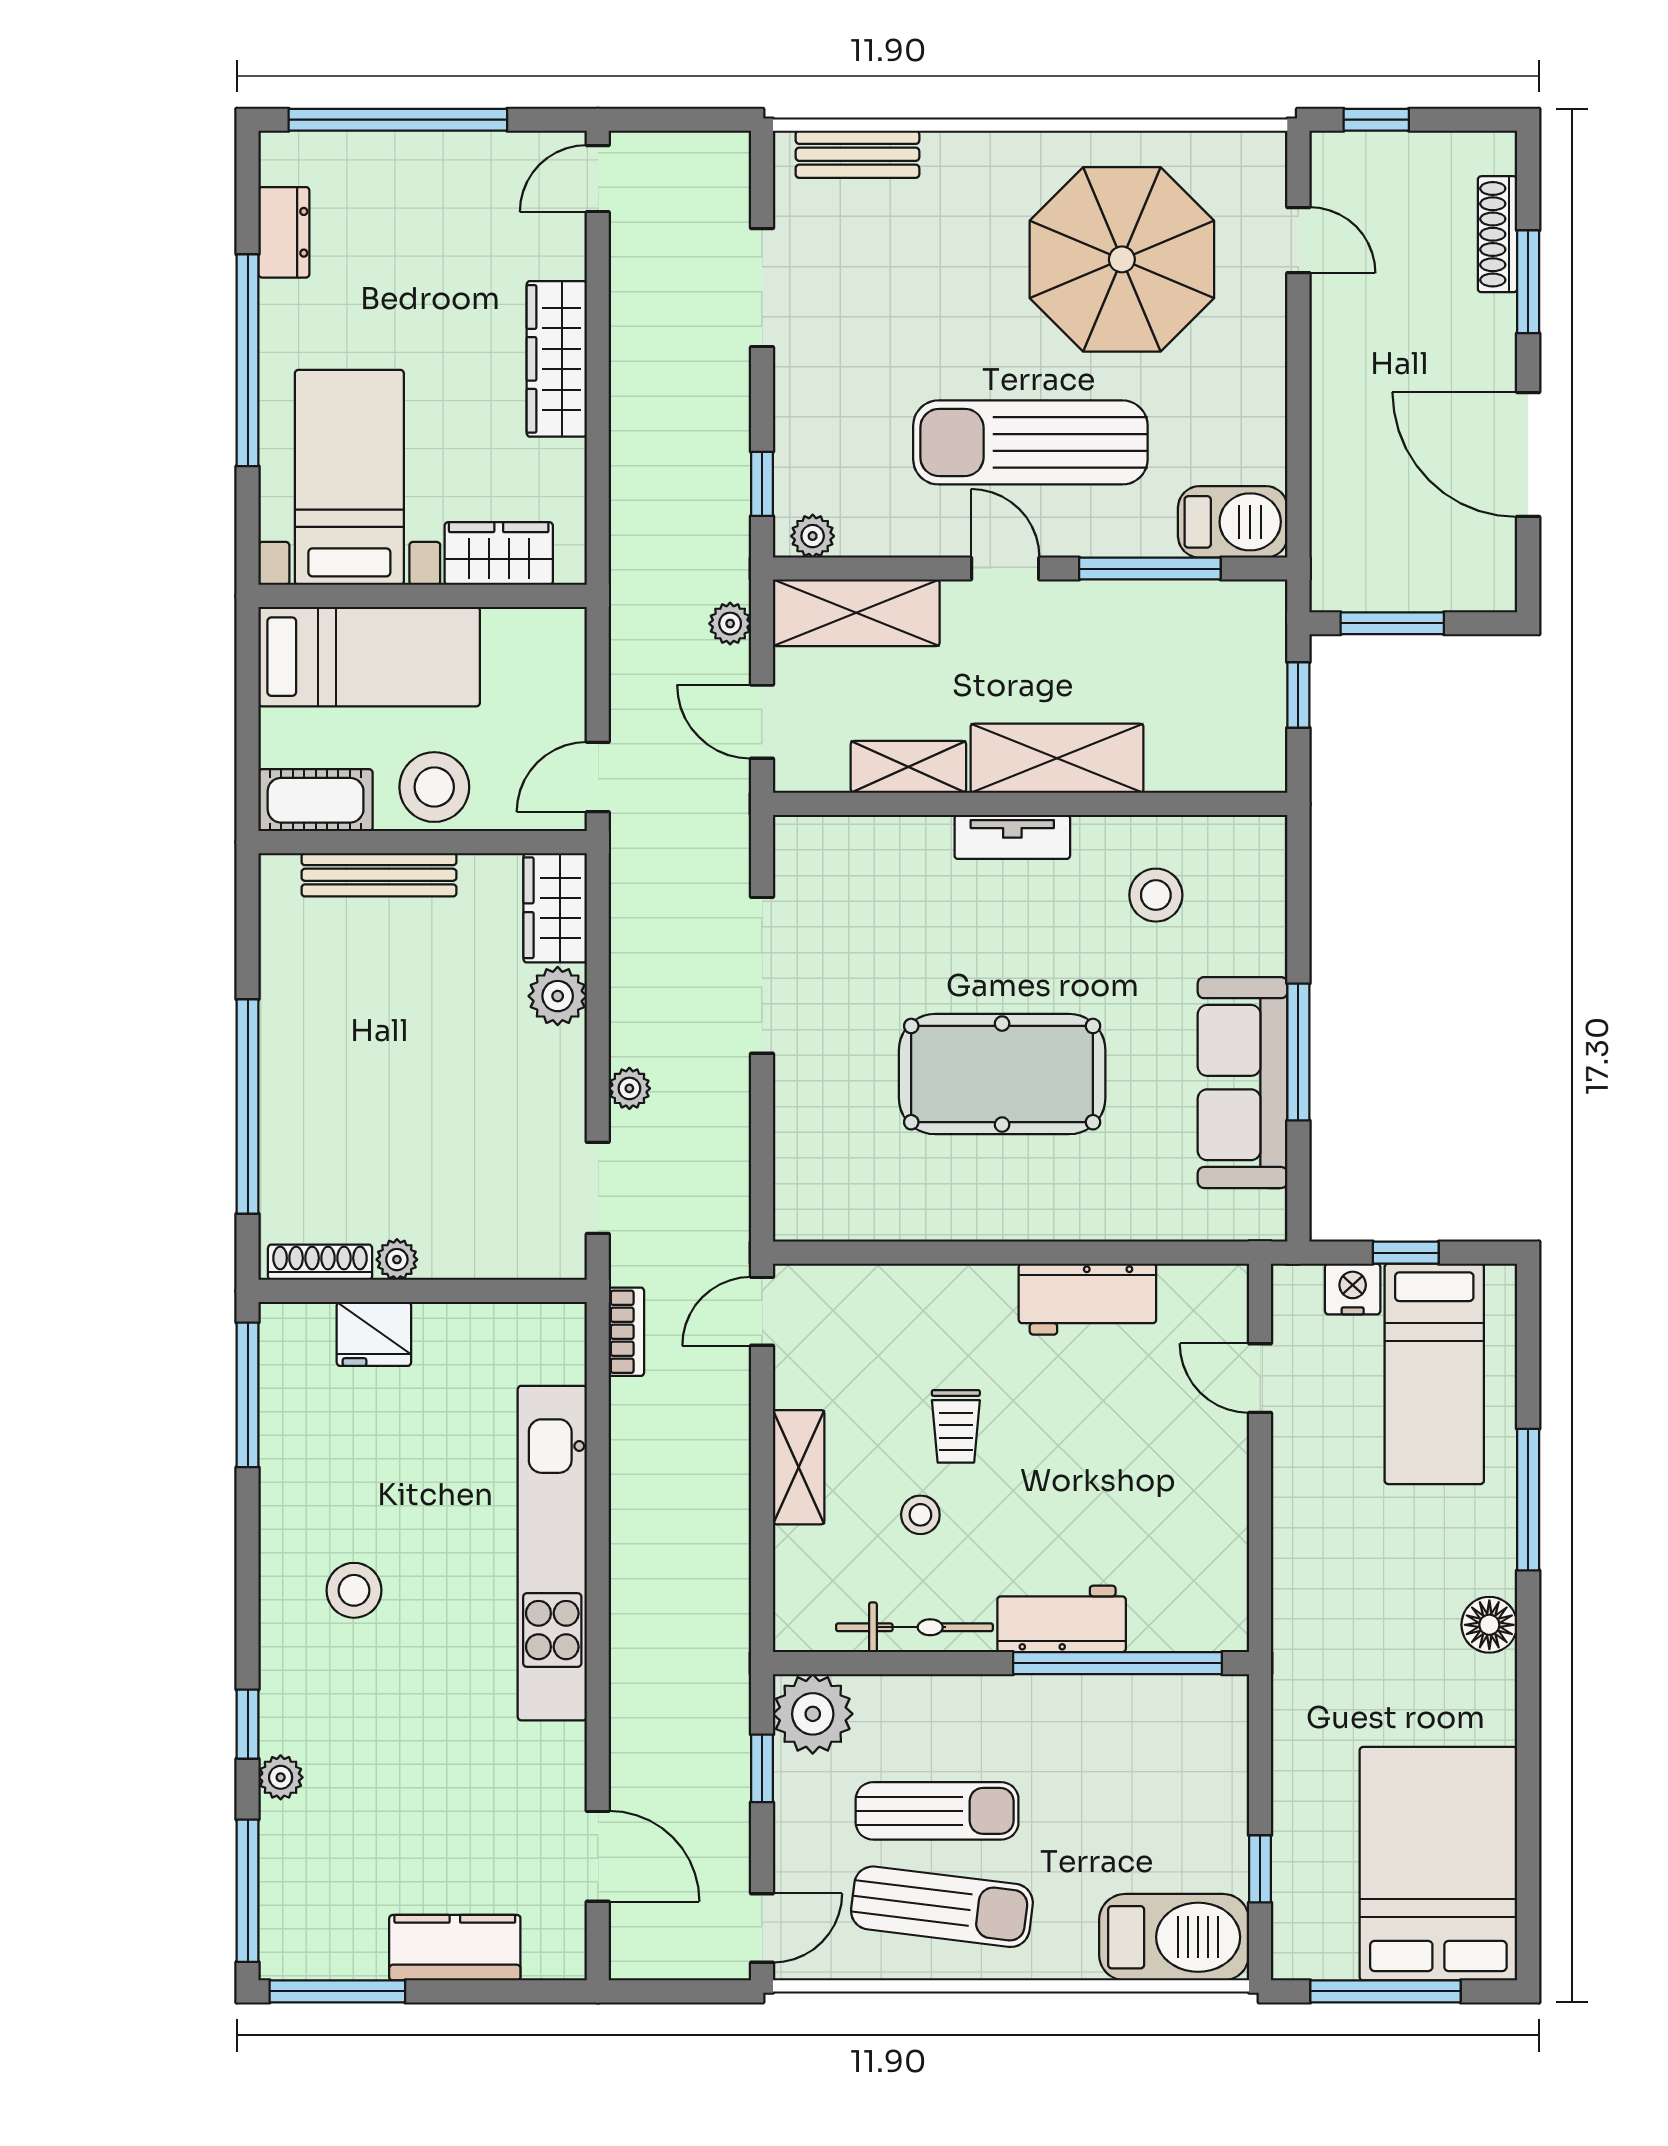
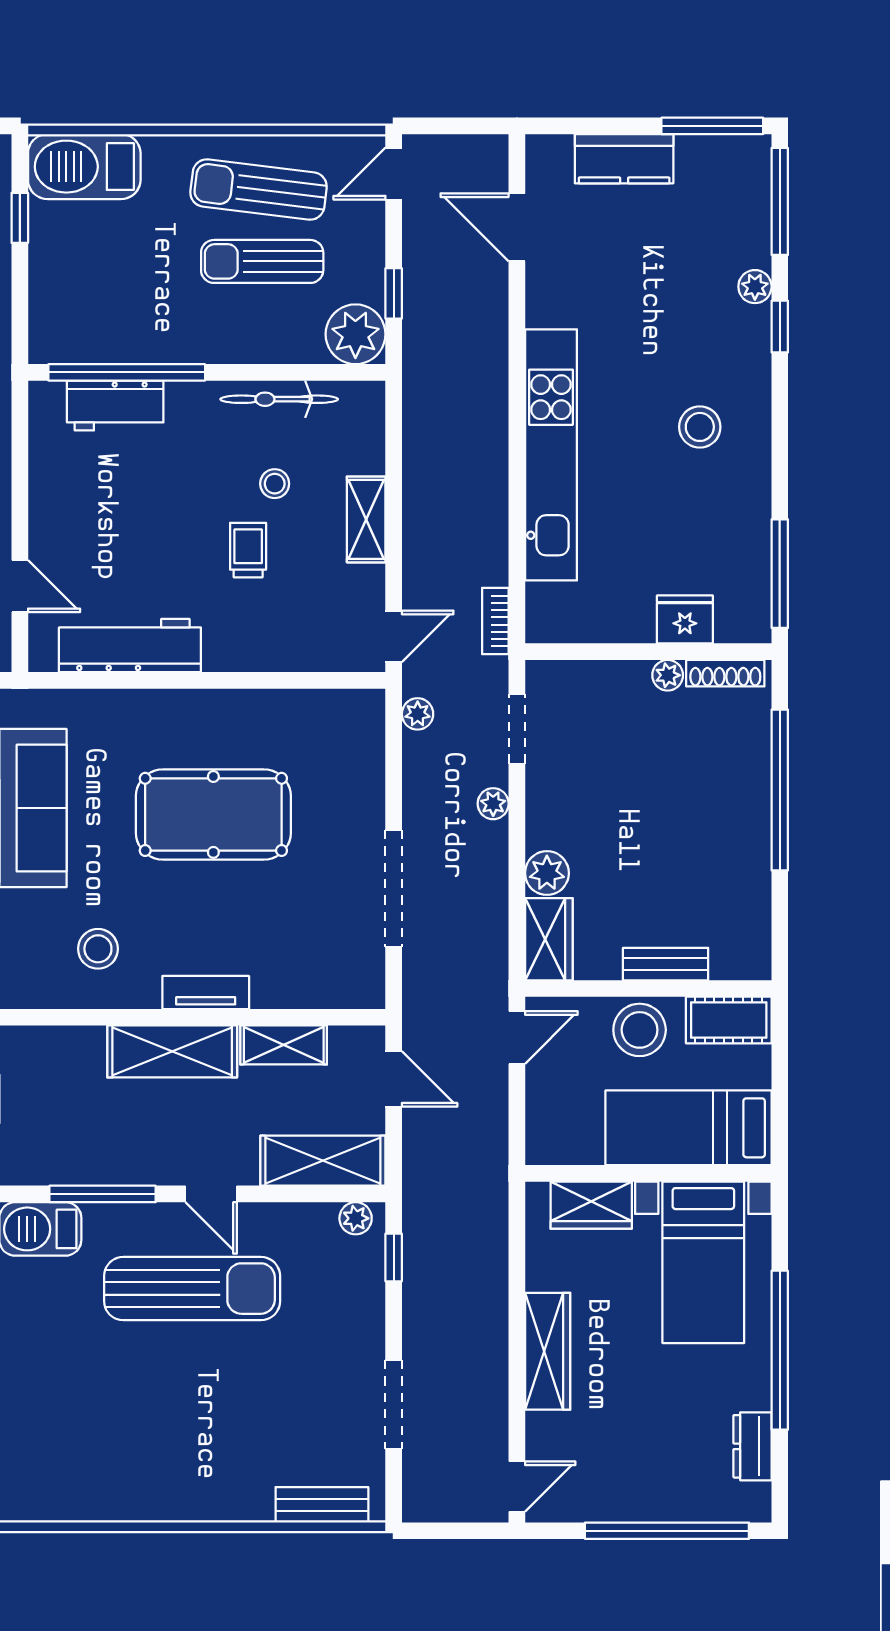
parasol: (1122, 259) -> (123, 1426), removed
plant: (730, 624) -> (418, 714), moved
bench: (379, 875) -> (666, 964), width x0.73
workbench: (1087, 1299) -> (130, 646), width x1.37
workbench: (1062, 1619) -> (115, 405), moved

